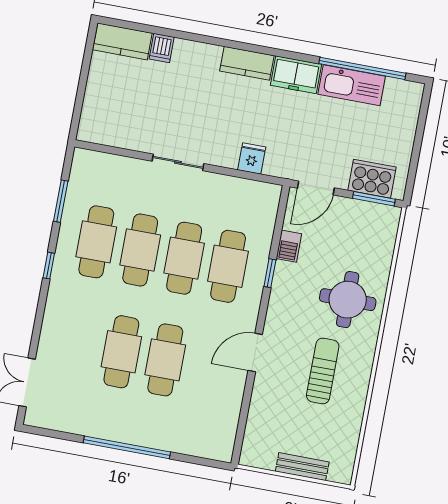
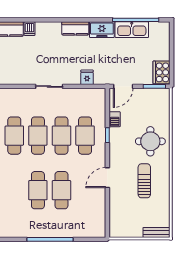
cooker: (372, 179) -> (161, 72), moved, turned -90
bench: (302, 467) -> (156, 232), moved

